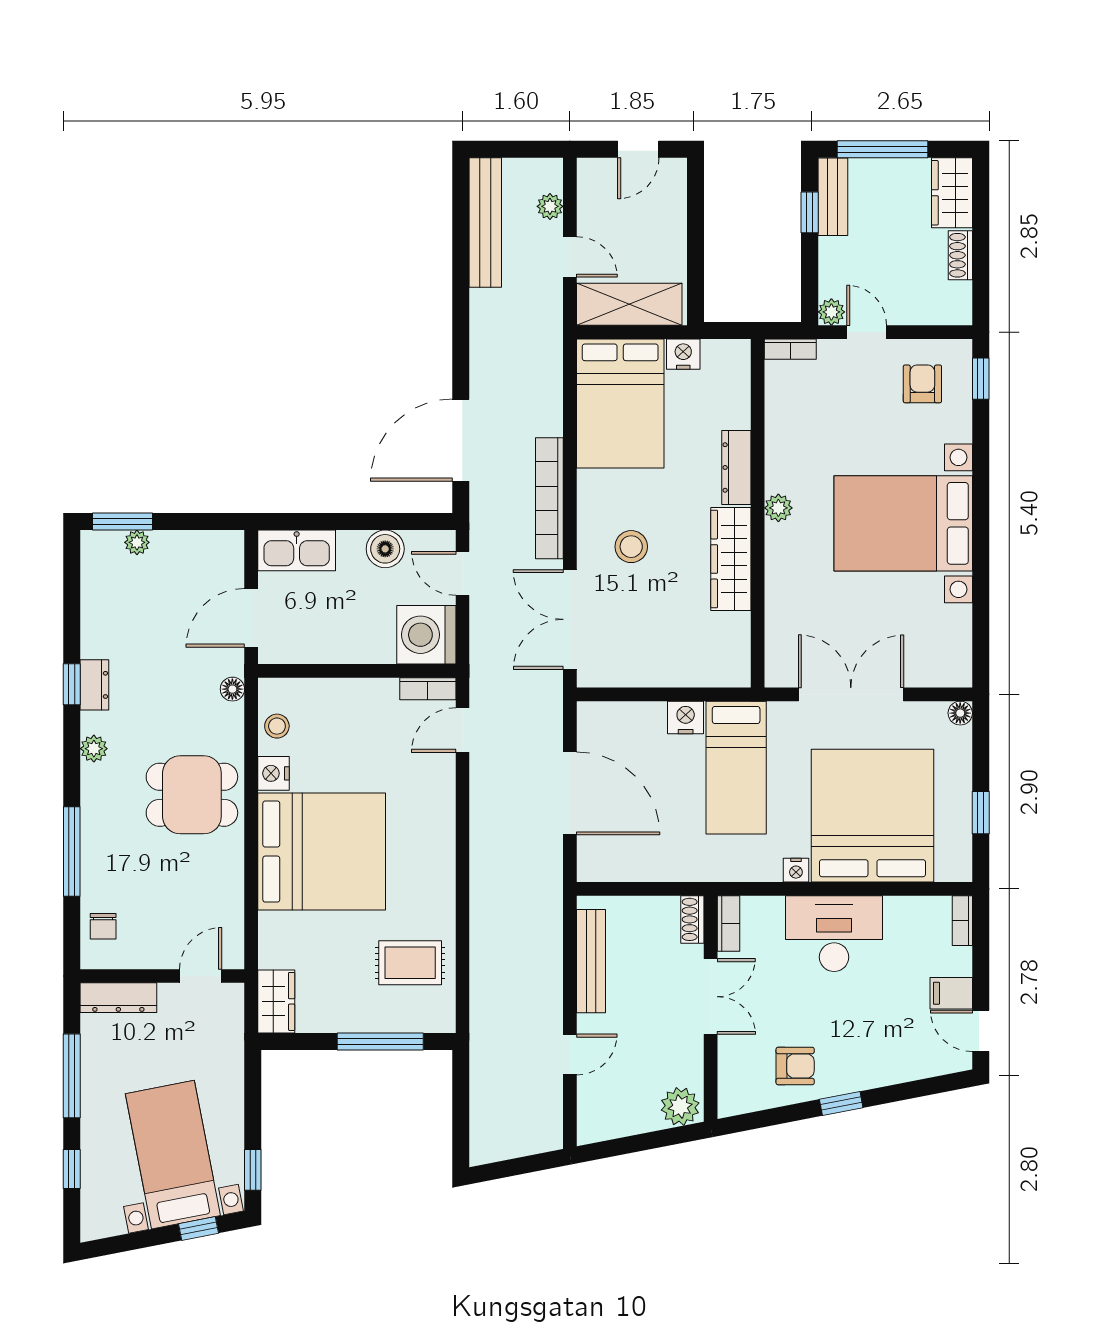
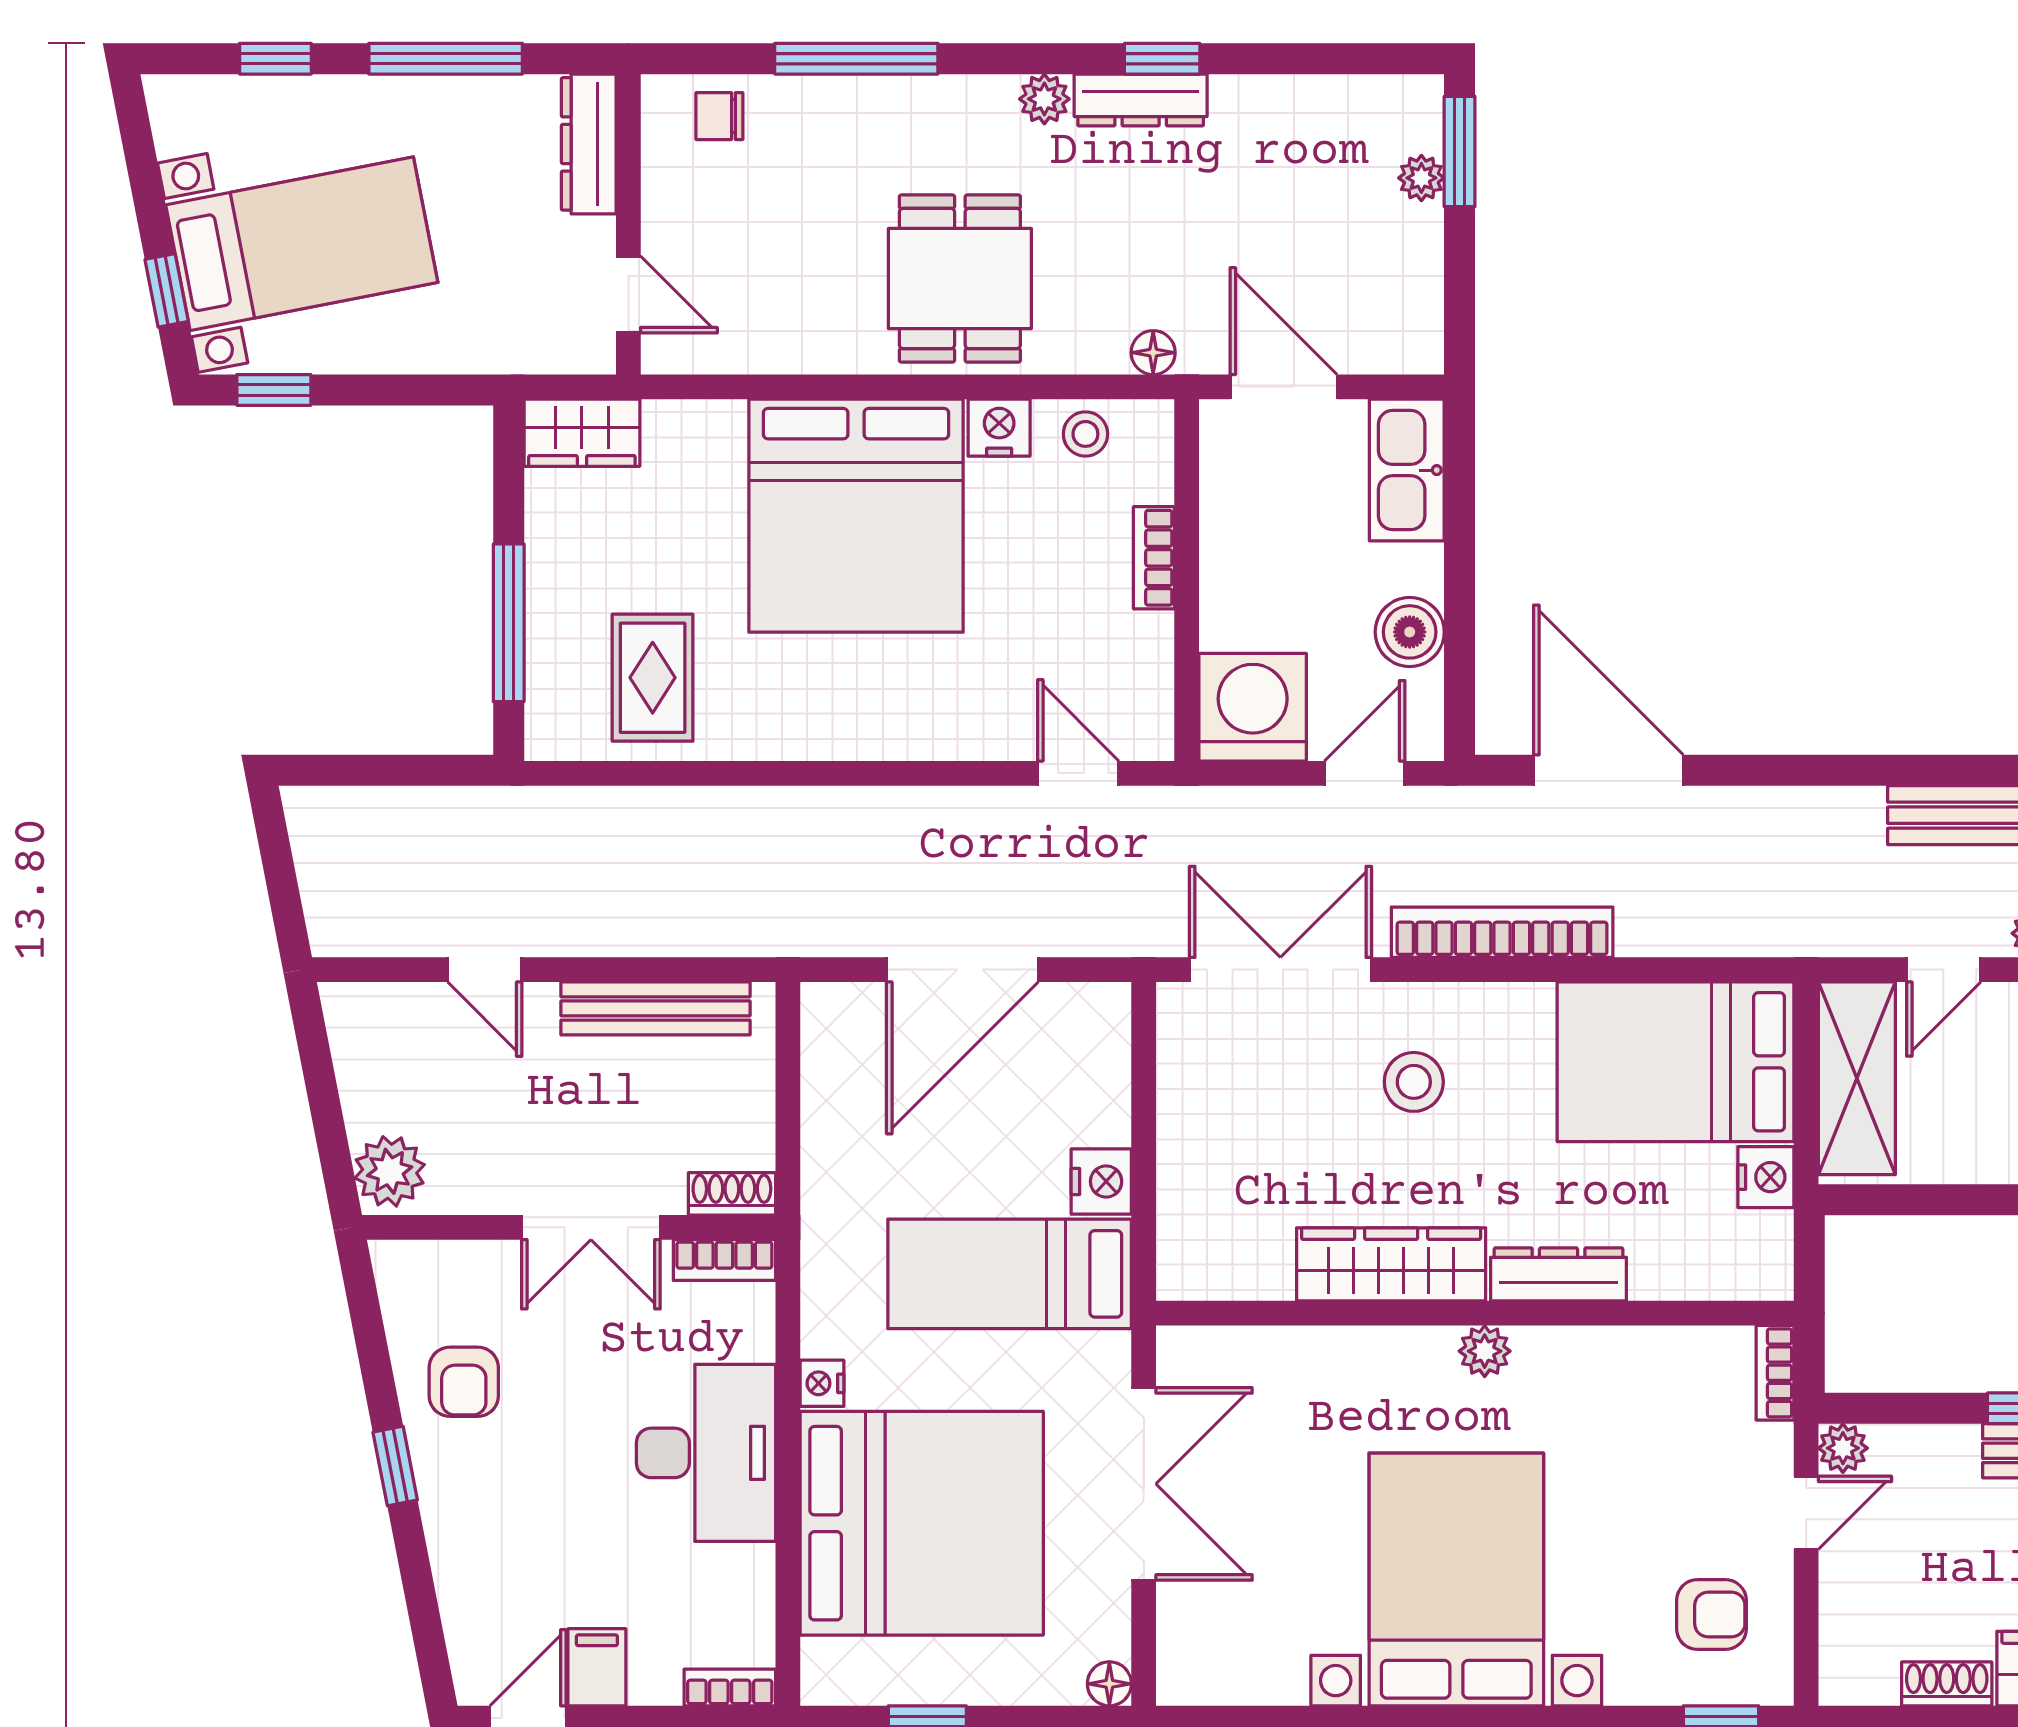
dresser: (94, 685) -> (1141, 100), width x1.44
bookcase: (428, 689) -> (1154, 558), moved

